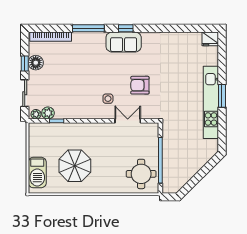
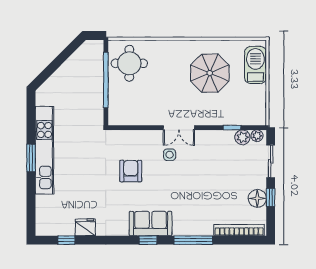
window: (193, 28) -> (66, 240), added
fridge: (210, 39) -> (85, 227), moved
armchair: (140, 85) -> (131, 171), turned -90
double door: (128, 121) -> (179, 128), moved

